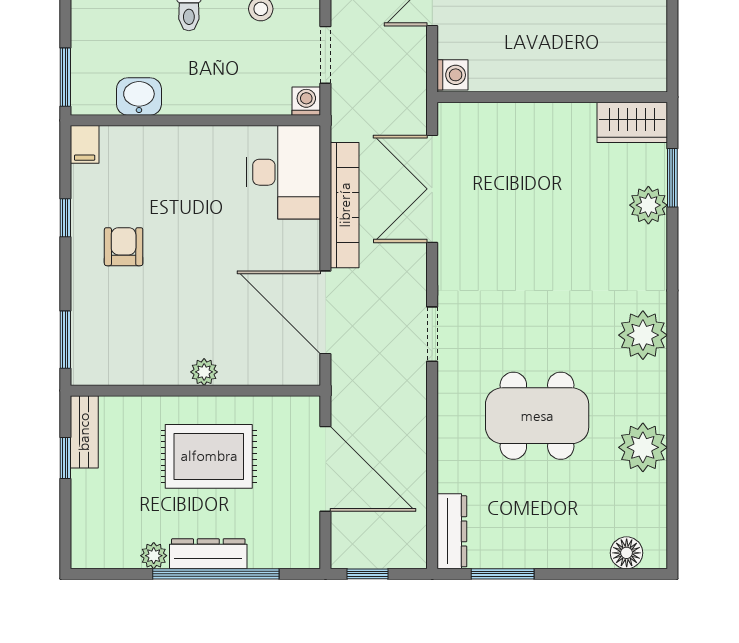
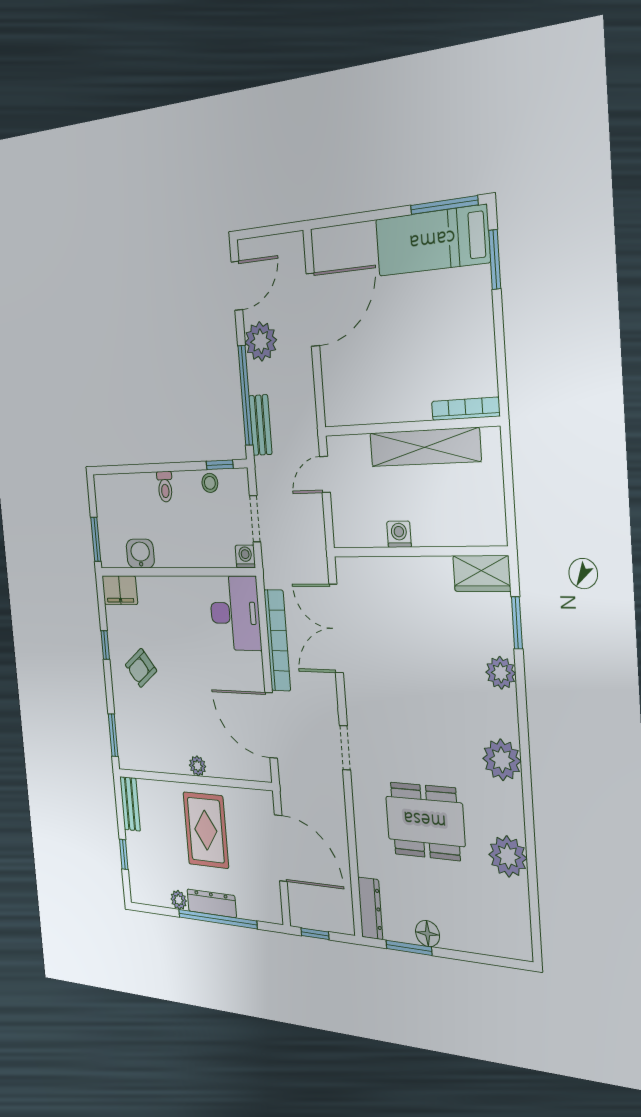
washing machine: (453, 75) -> (399, 534), moved, turned -90
filing cabinet: (85, 144) -> (120, 590), width x2.00
plant: (648, 205) -> (501, 673), moved
armchair: (124, 247) -> (141, 668), turned -128
rug: (209, 456) -> (206, 830), turned 90
window: (65, 458) -> (124, 854), moved
floor lamp: (627, 553) -> (428, 934), moved

